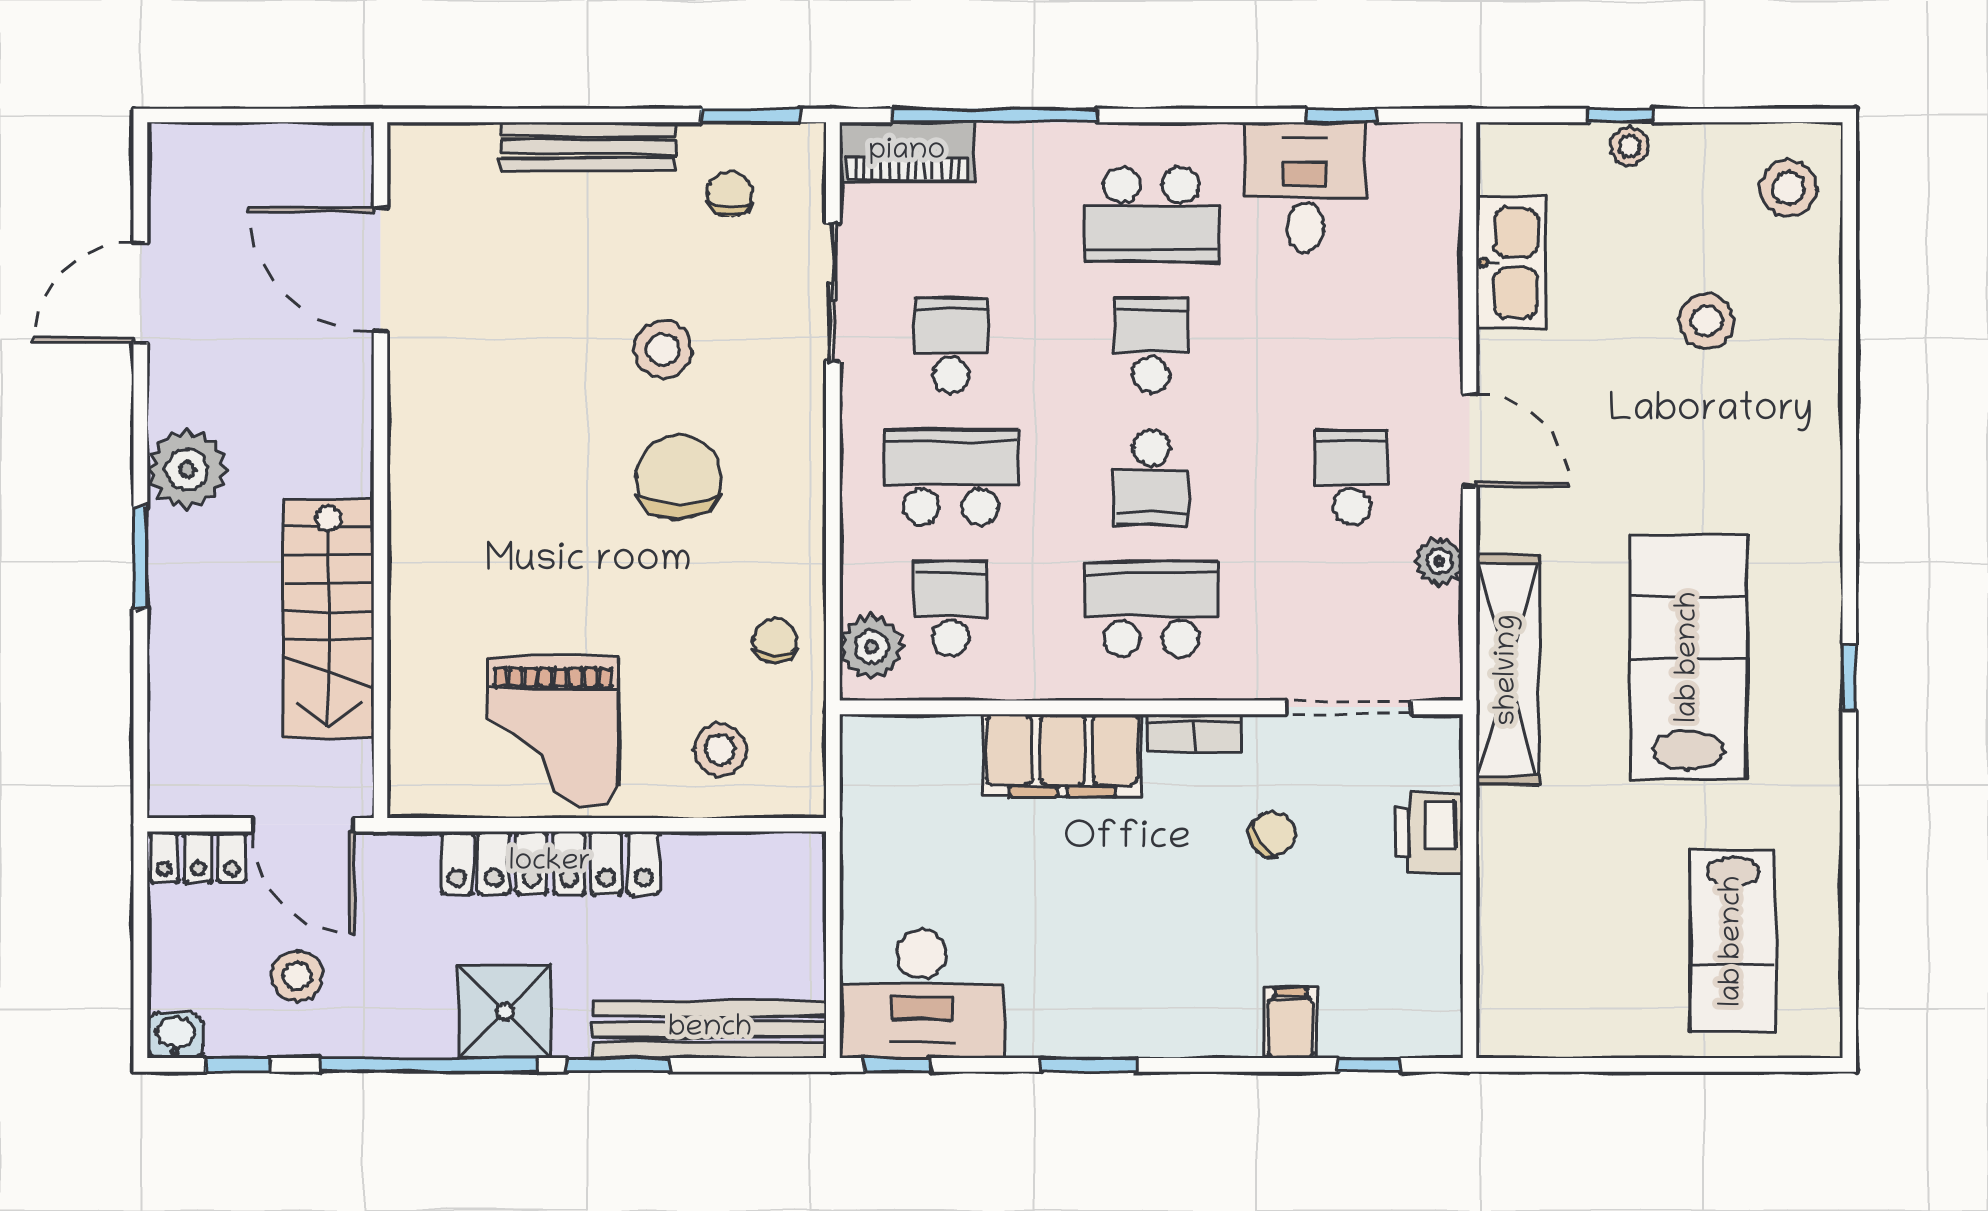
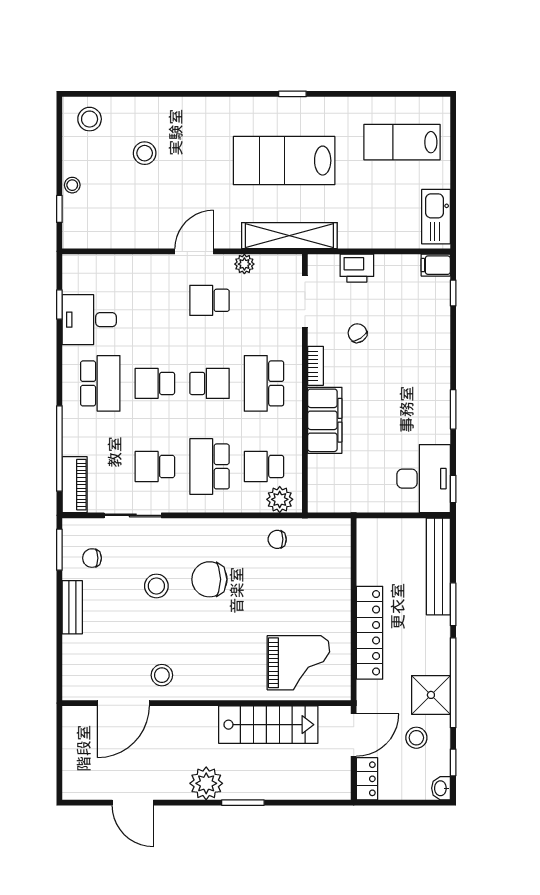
window: (1620, 115) -> (59, 209), moved
bench: (588, 147) -> (72, 607), width x0.73
kitchen sink: (1511, 263) -> (436, 217), moved, turned -90
grand piano: (553, 732) -> (298, 663), moved
stool: (720, 750) -> (162, 675), moved
lab bench: (1733, 941) -> (402, 142), turned 180
shower: (505, 1011) -> (431, 695), moved
filing cabinet: (1291, 1023) -> (436, 265), moved

